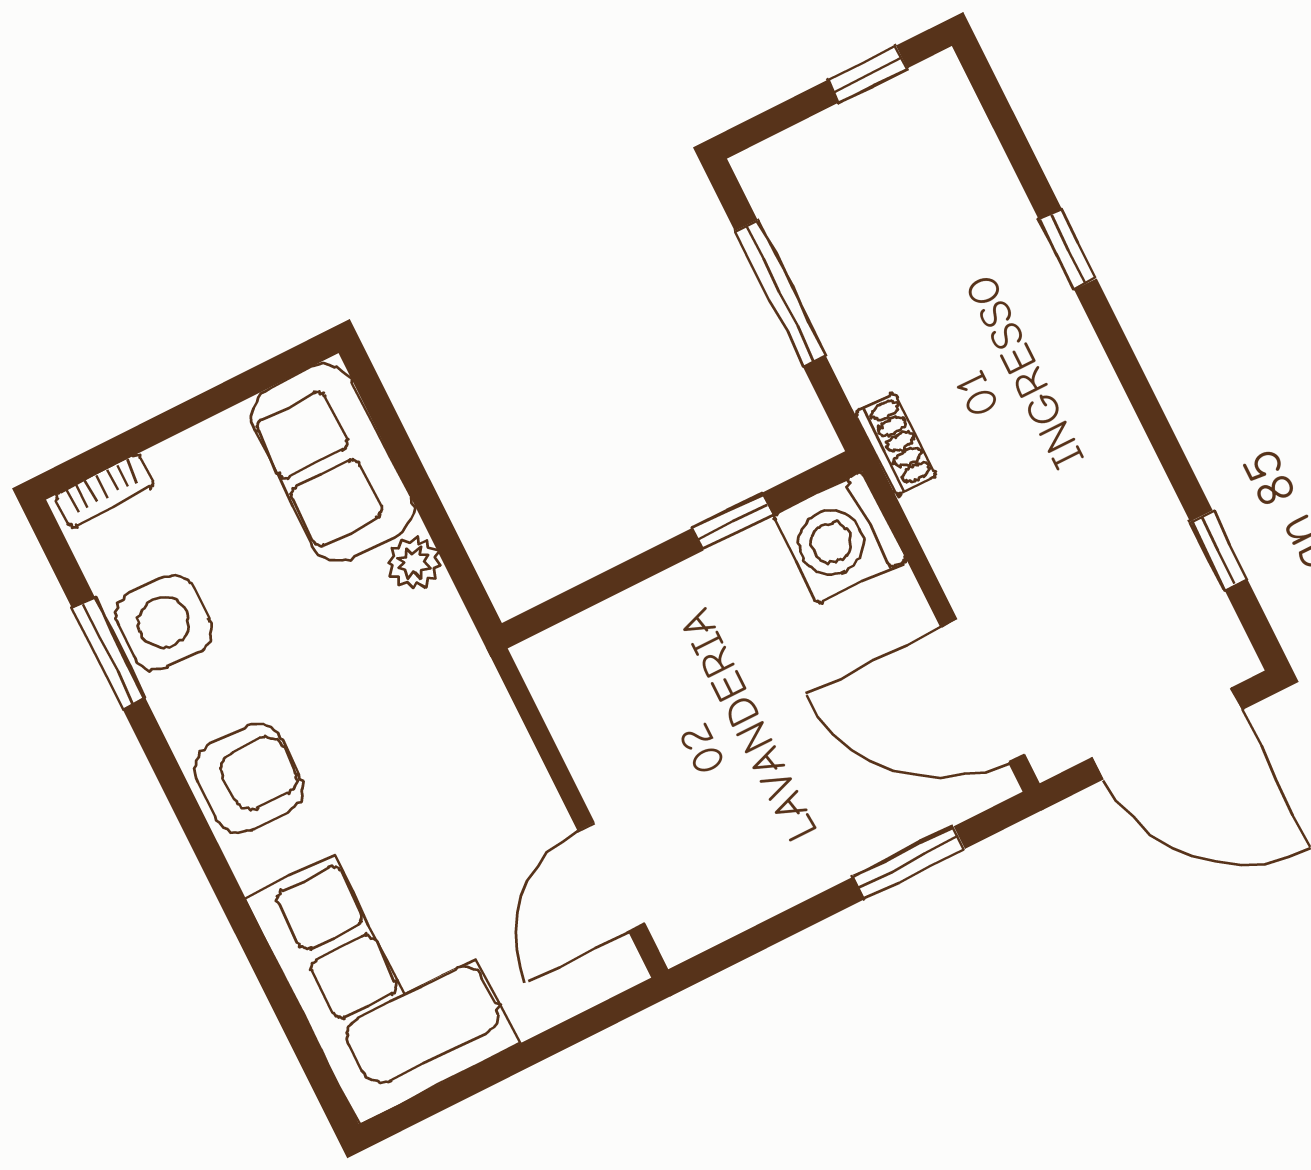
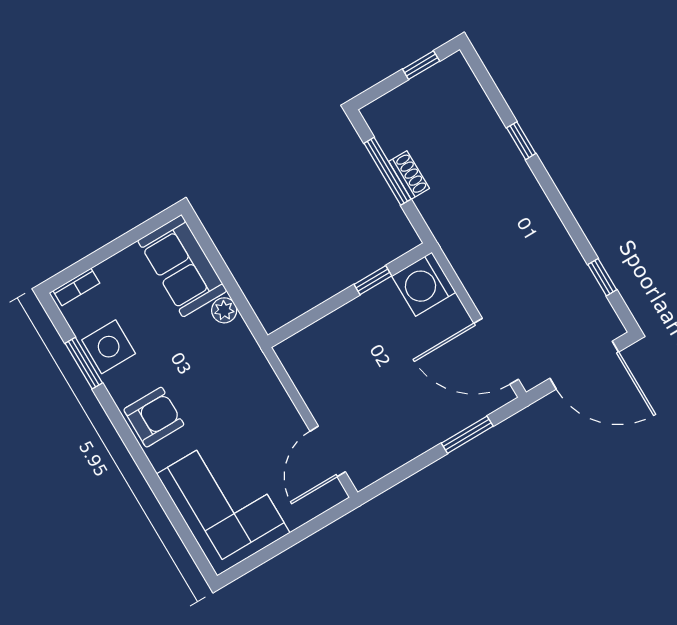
shoe rack: (895, 444) -> (409, 175), moved

